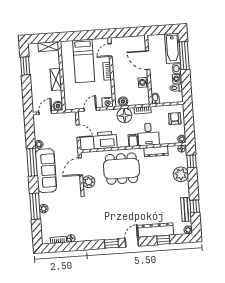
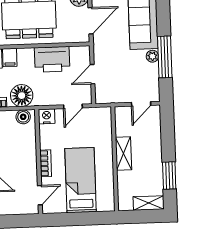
shelving: (48, 47) -> (149, 203), moved
boiler: (58, 106) -> (122, 113), removed
door: (78, 131) -> (92, 74), hinge flipped
window: (32, 162) -> (165, 57), moved

